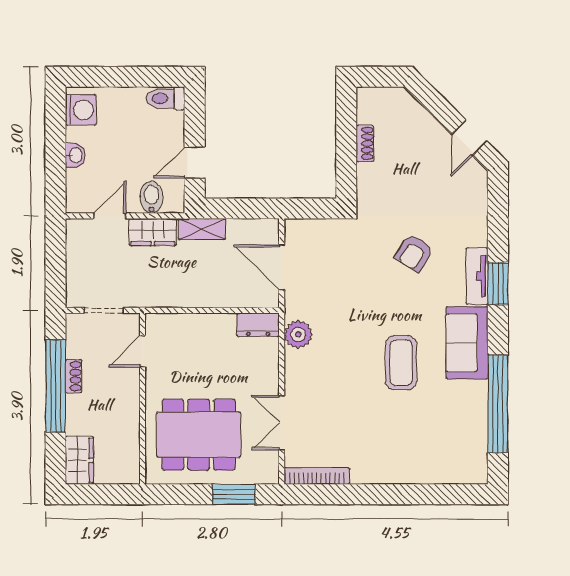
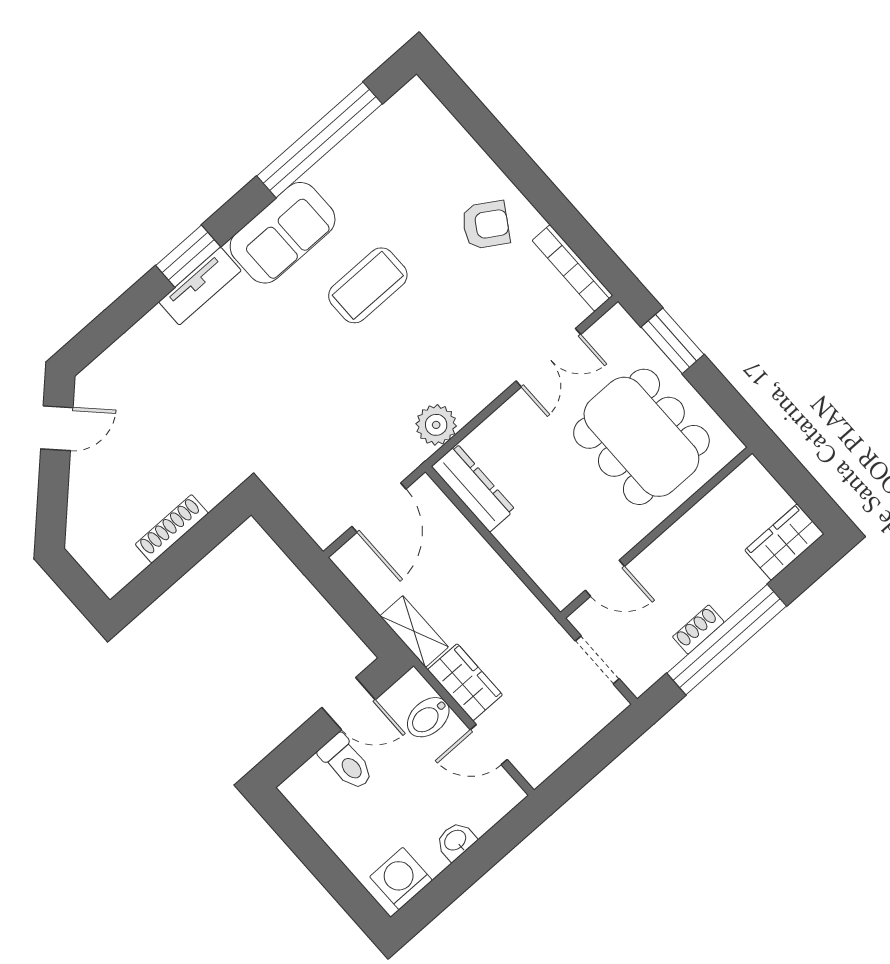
toilet: (165, 98) -> (346, 762), moved
shoe rack: (365, 143) -> (172, 529), width x1.43
armchair: (414, 253) -> (486, 225), moved
dresser: (258, 325) -> (473, 488), width x1.44

